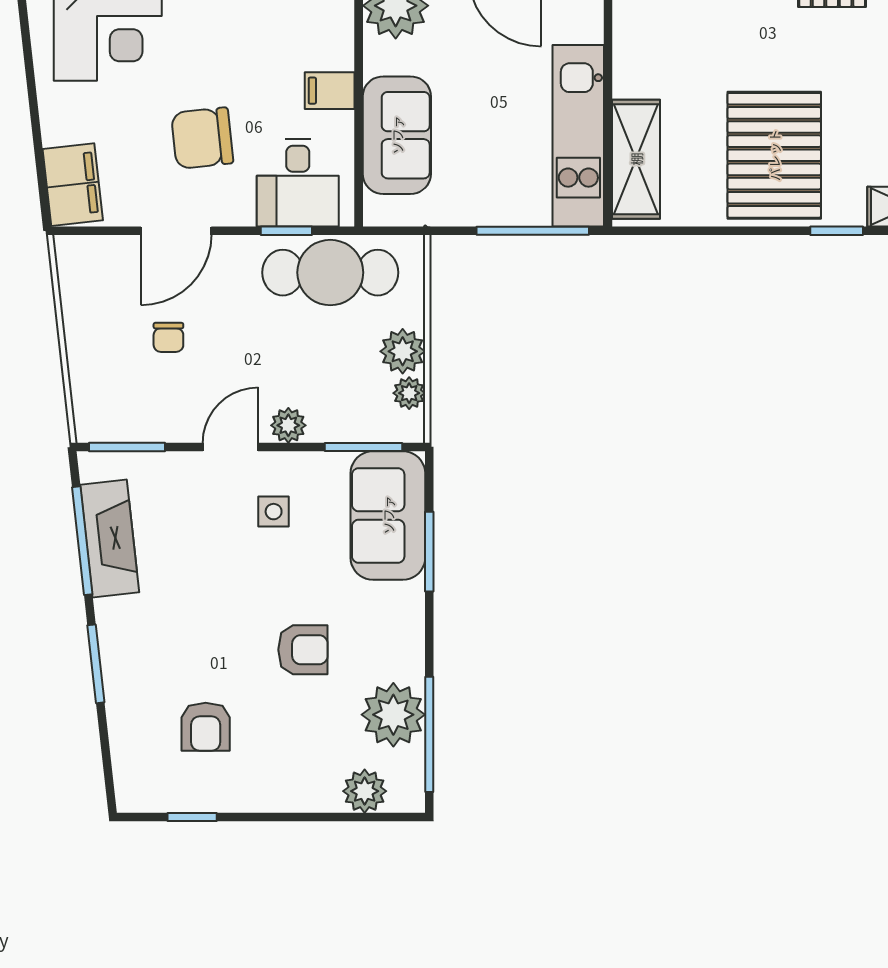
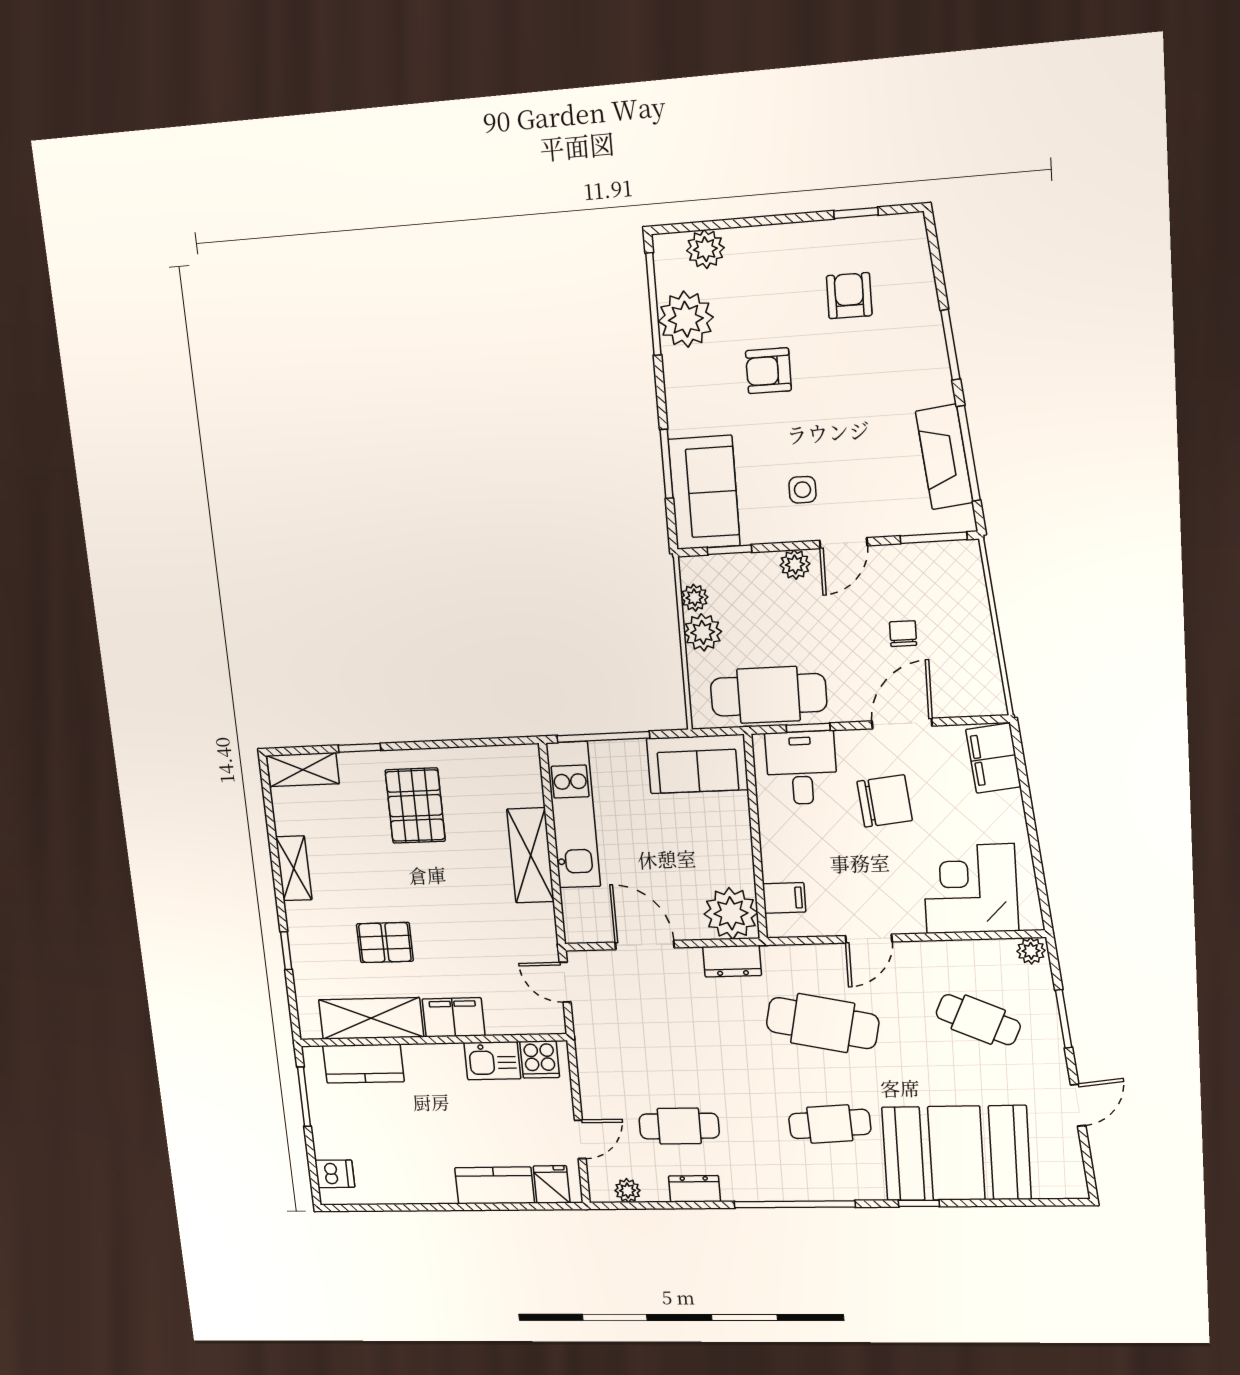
filing cabinet: (330, 91) -> (784, 898), moved
sofa: (397, 135) -> (697, 764), moved, turned -90
pallet: (774, 155) -> (415, 806), width x0.73, depth x0.71
shelving: (636, 159) -> (531, 855), moved
window: (363, 447) -> (729, 550), width x0.67

